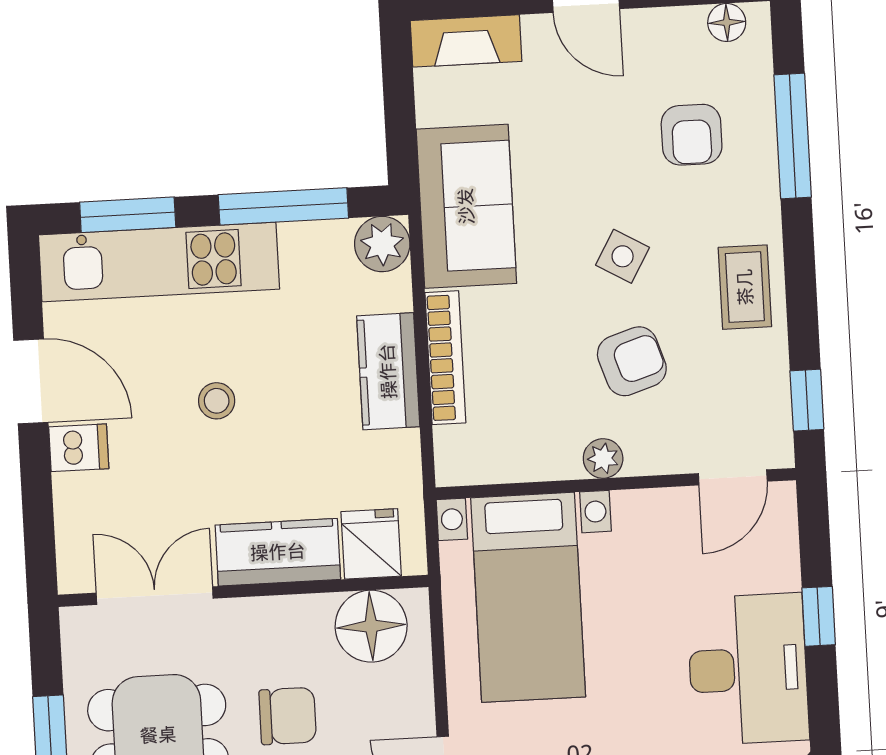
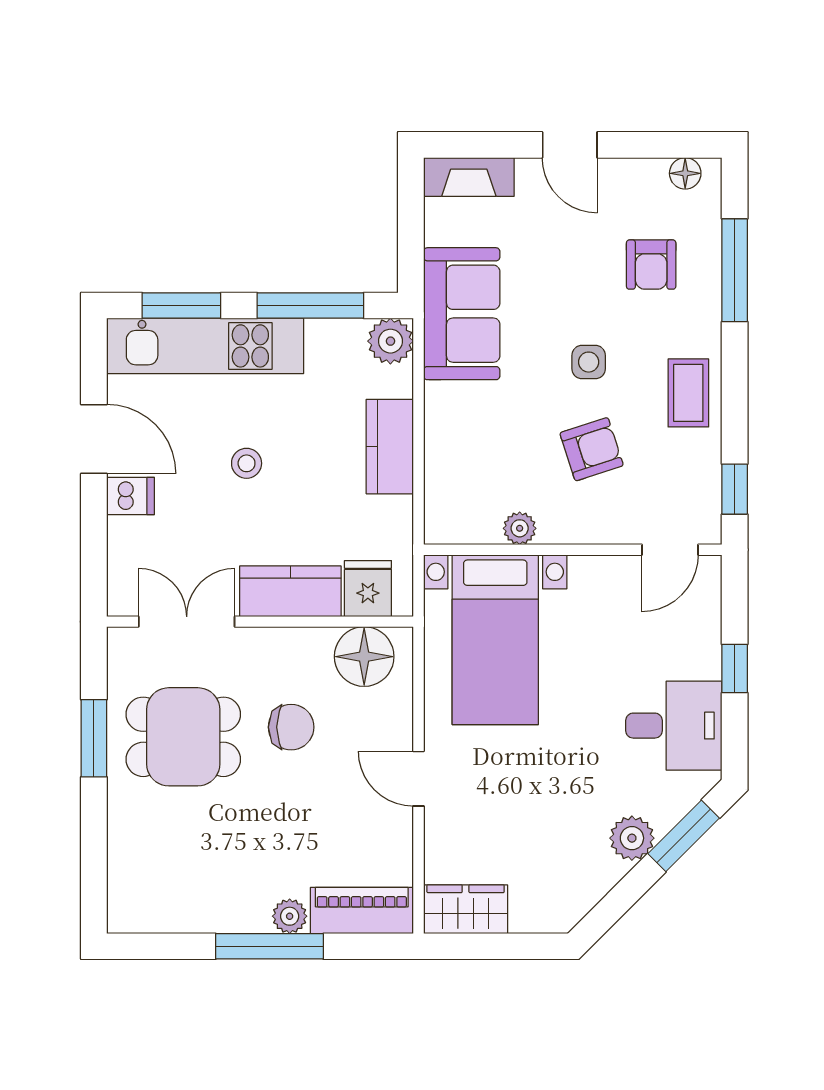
side table: (623, 256) -> (589, 362), turned -30
bookcase: (445, 358) -> (438, 438), removed
plant: (603, 459) -> (520, 528), moved
desk: (748, 669) -> (674, 726), width x0.73

